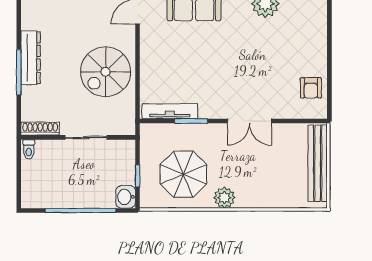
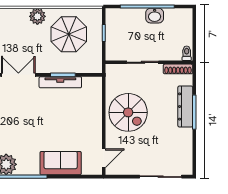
dresser: (31, 58) -> (185, 107), moved
spiral stairs: (106, 72) -> (128, 112), turned 90
tv unit: (170, 111) -> (60, 82), moved
washbasin: (126, 197) -> (155, 16), moved, turned 90

